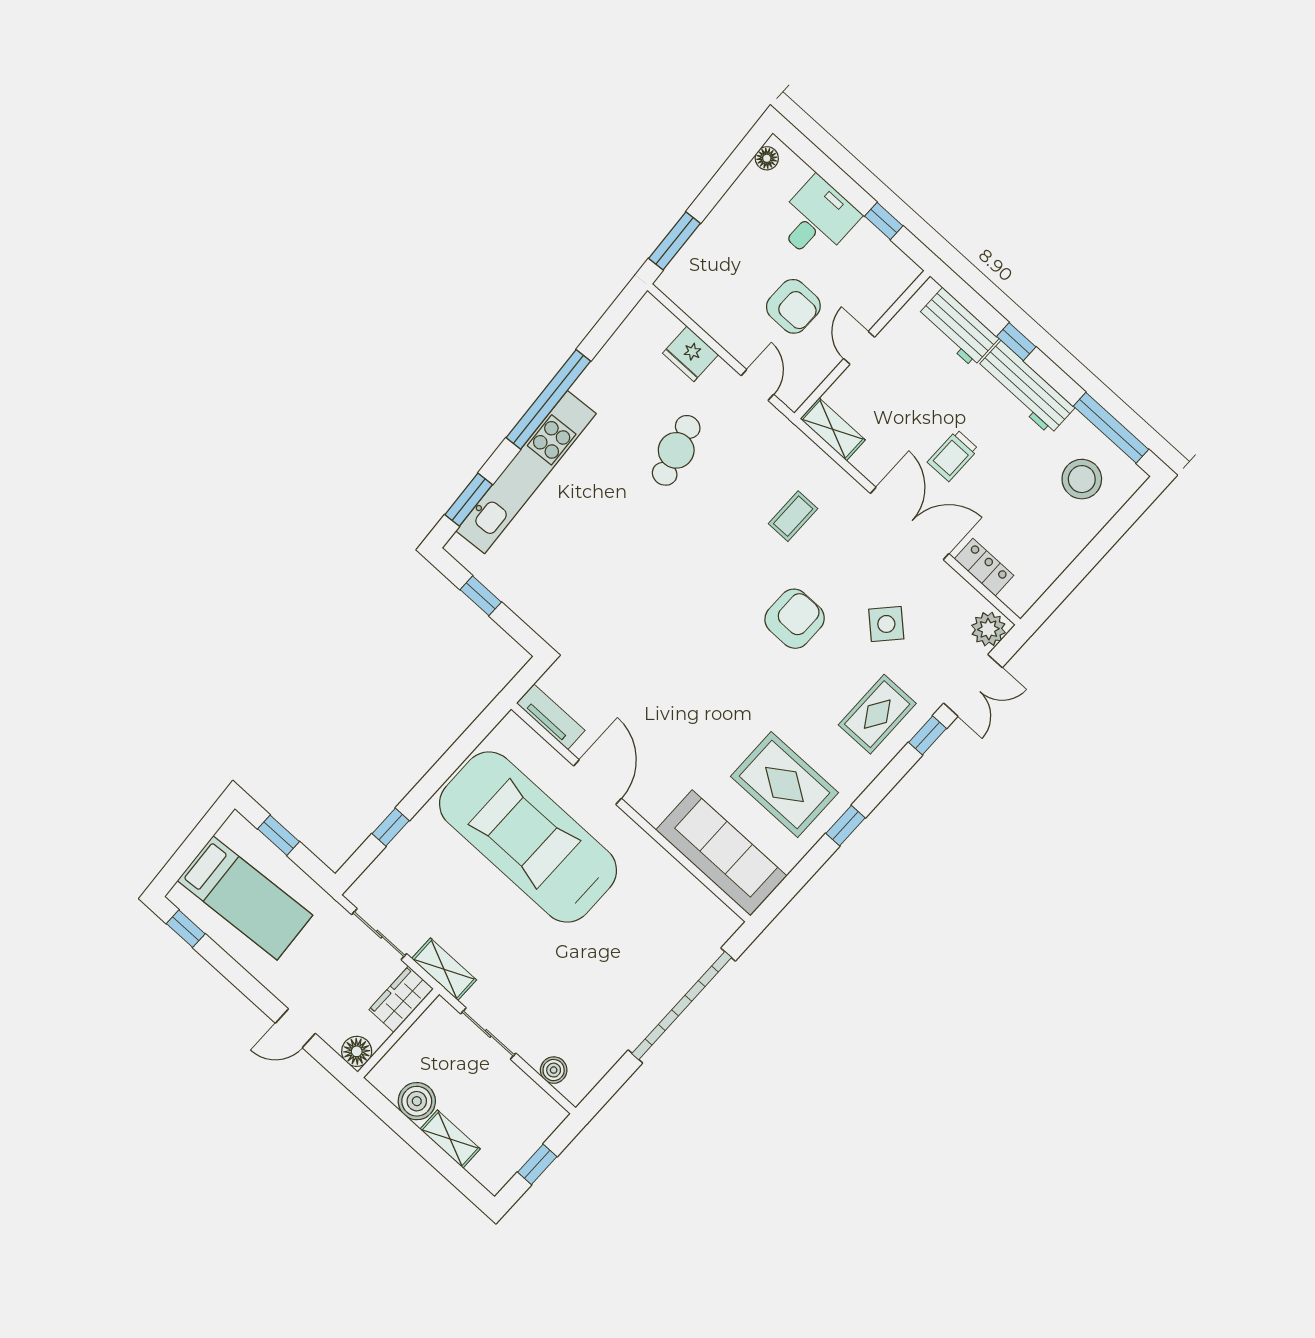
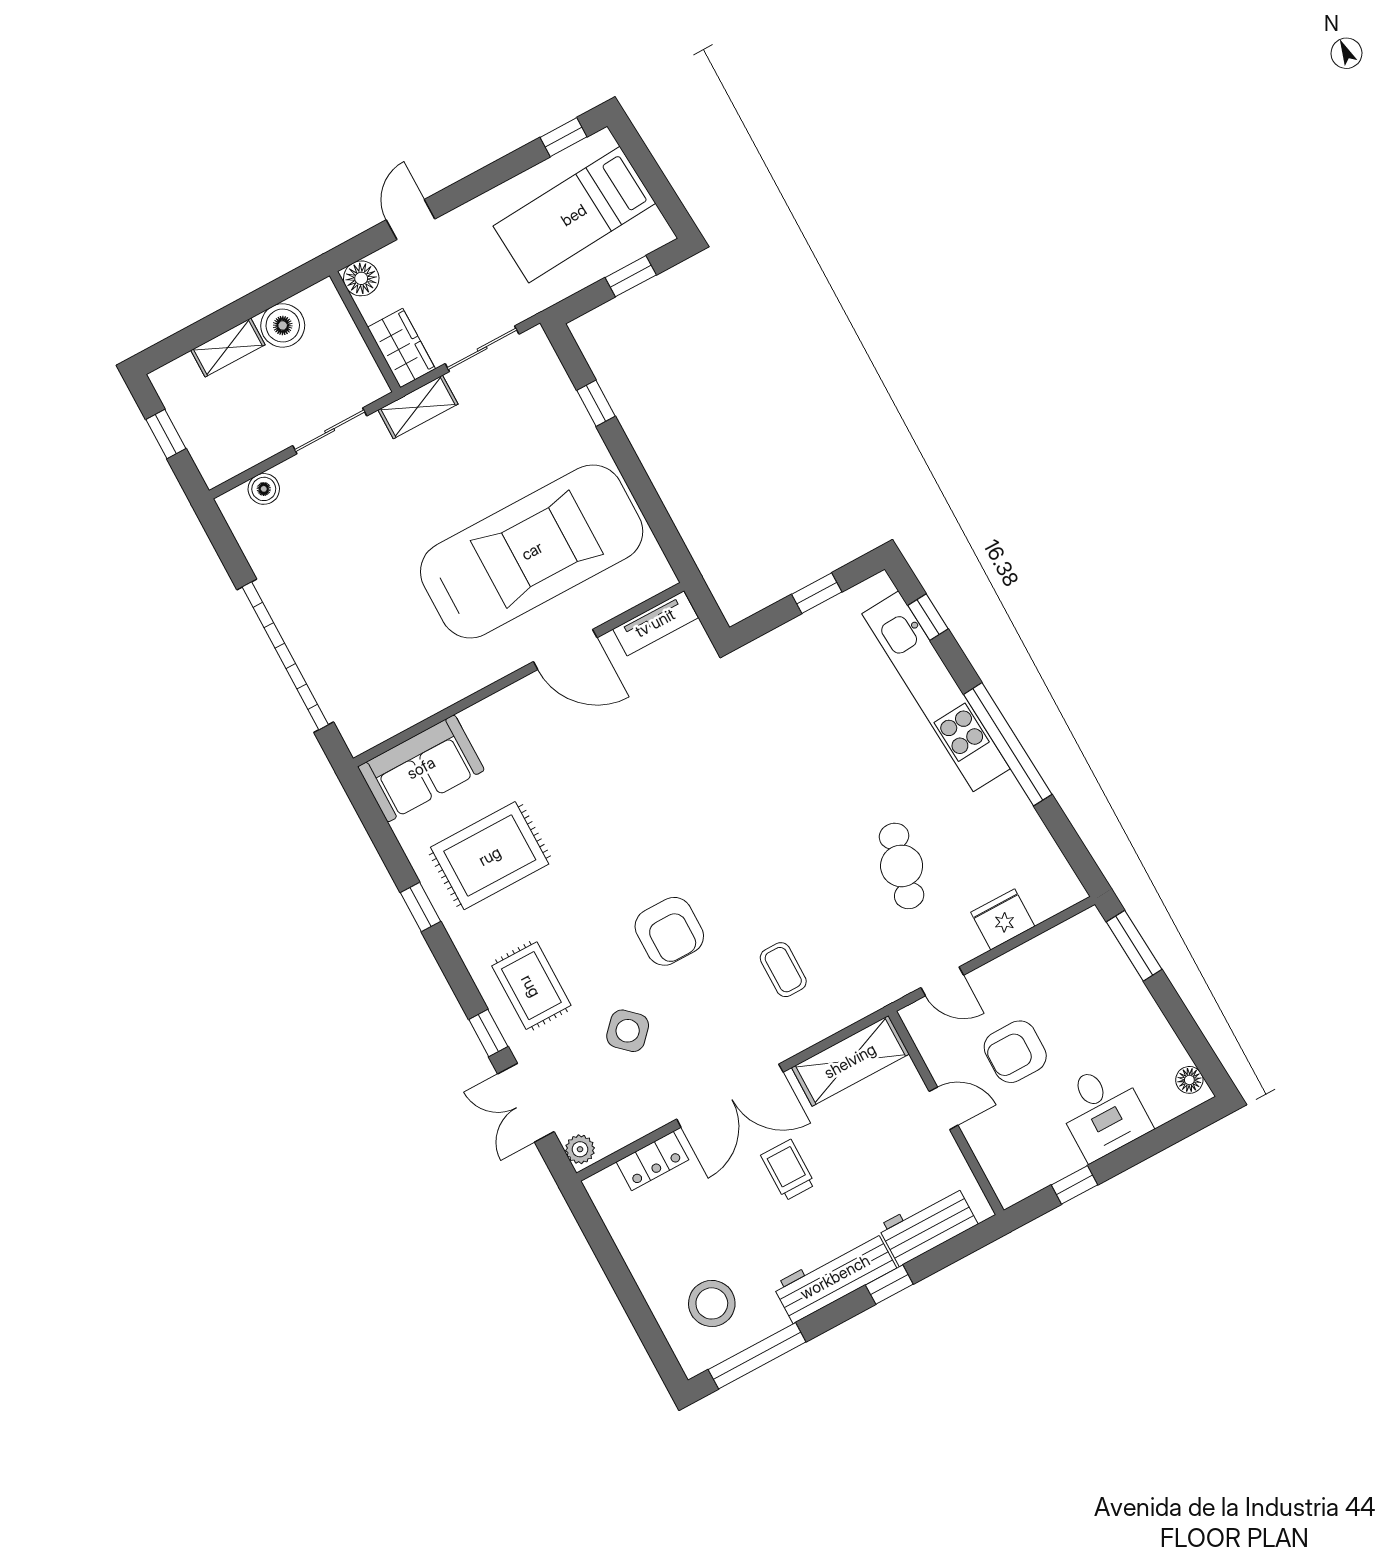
shelving: (833, 429) -> (850, 1061), width x1.50, depth x1.33
cafe table: (676, 450) -> (902, 866), turned 30
window: (469, 500) -> (928, 617), width x0.67
plant: (988, 629) -> (580, 1149), width x0.73, depth x0.73
sofa: (721, 853) -> (421, 768), width x0.73

